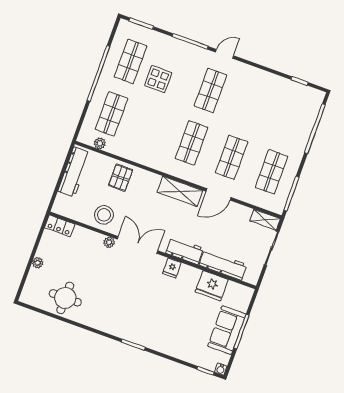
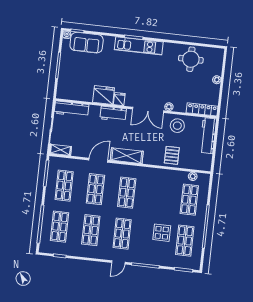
shop shelf: (251, 105) -> (91, 230), added
shop shelf: (291, 119) -> (60, 227), added
workbench: (74, 172) -> (208, 136), moved
locker: (60, 226) -> (202, 109), width x1.53
workbench: (223, 265) -> (72, 109), moved
fridge: (212, 286) -> (104, 95), moved
sofa: (227, 330) -> (87, 43), moved, turned 90
kitchen unit: (129, 332) -> (139, 46), added

